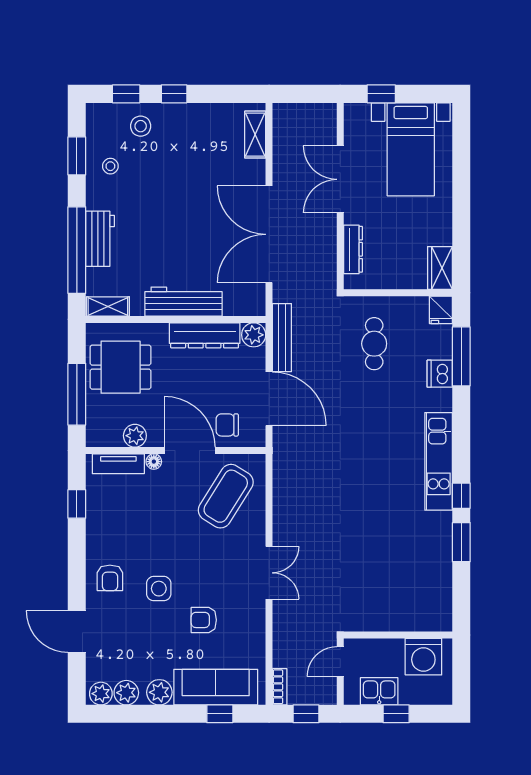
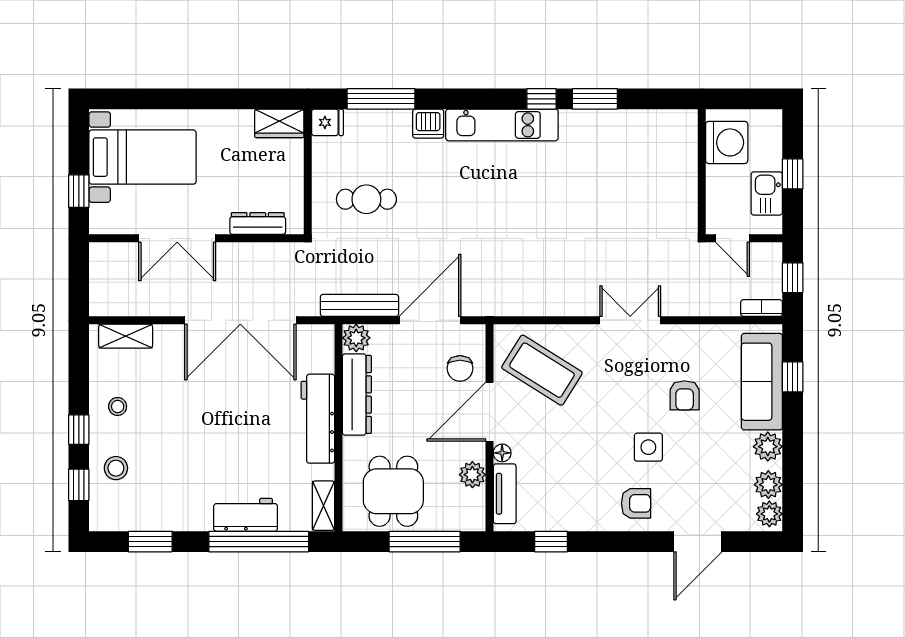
stool: (110, 166) -> (118, 406), moved
dishwasher: (440, 374) -> (428, 124), moved

